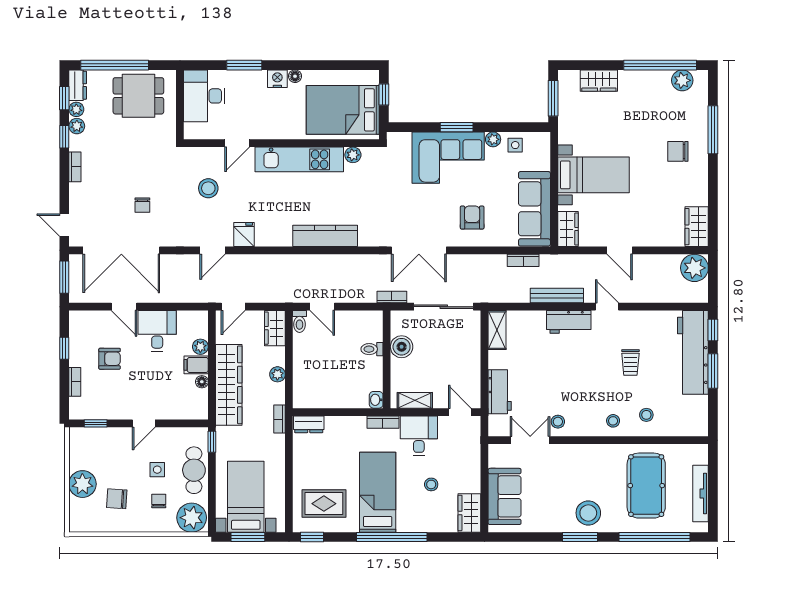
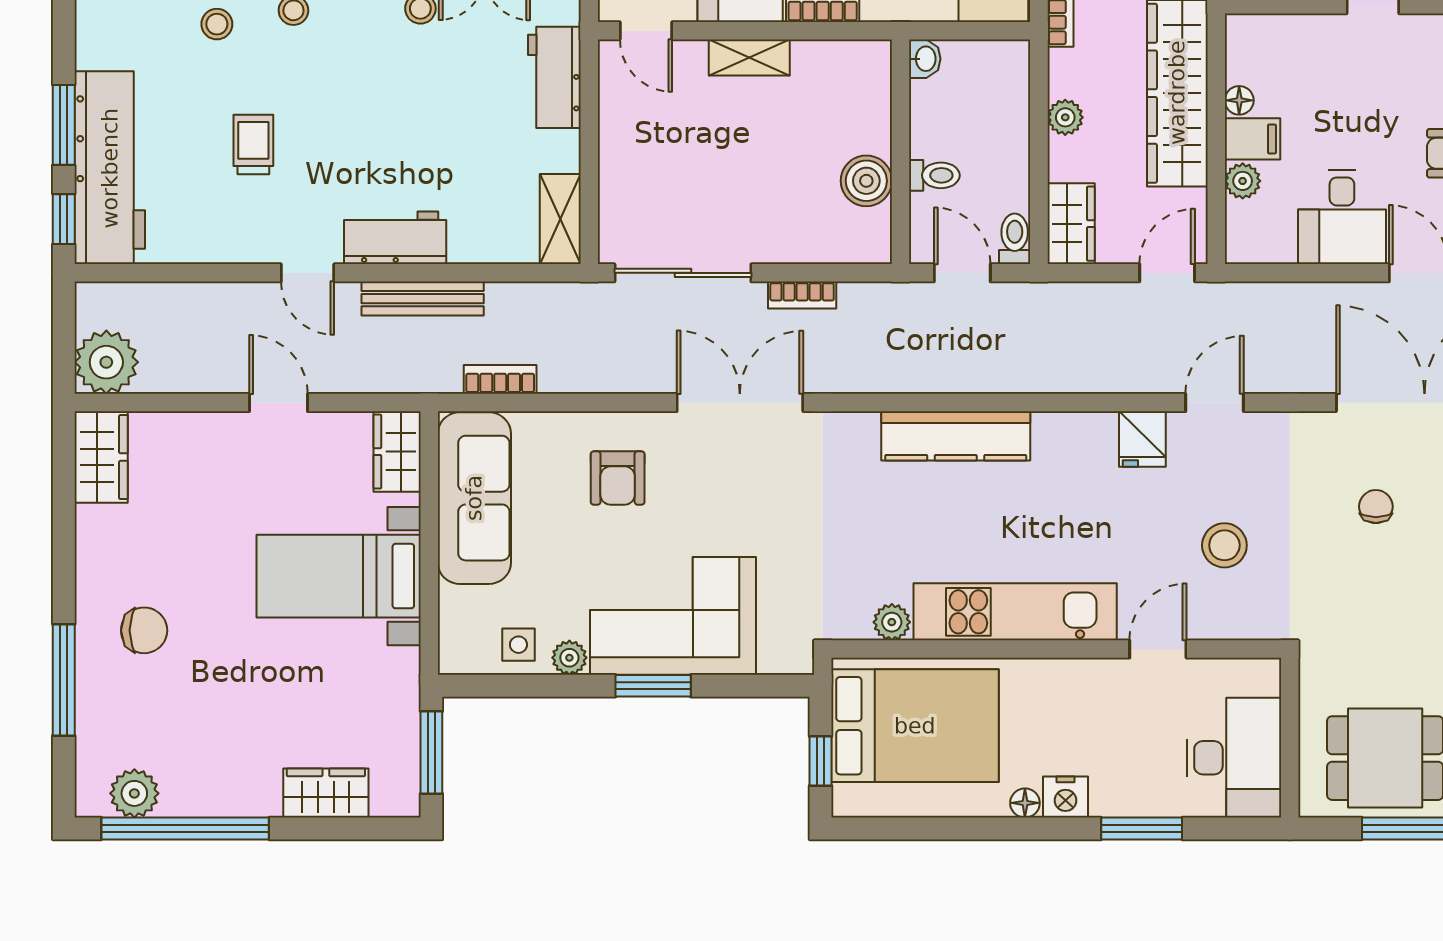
boiler: (402, 347) -> (866, 181), moved
toilet: (372, 349) -> (934, 175), moved
wall: (387, 359) -> (900, 152), moved
washbasin: (376, 400) -> (925, 59), moved

